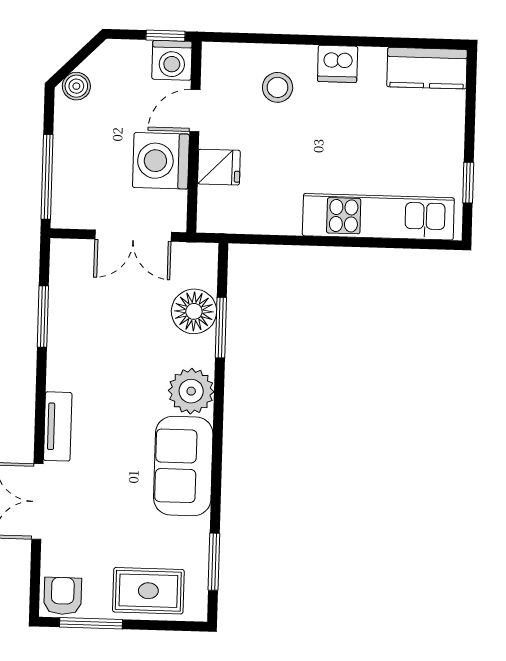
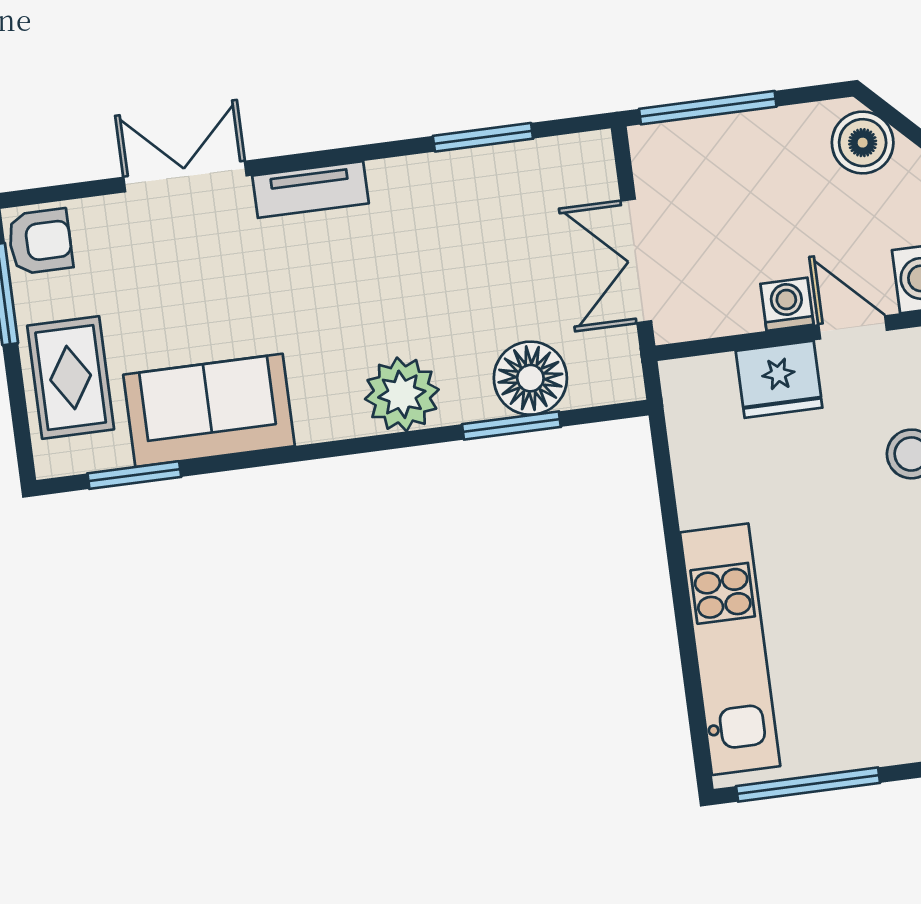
boiler: (76, 86) -> (863, 143), width x1.36, depth x1.36
washing machine: (161, 161) -> (787, 304), width x0.53, depth x0.53
fridge: (219, 167) -> (779, 379), width x1.38
window: (468, 183) -> (808, 785), width x2.17
sofa: (183, 466) -> (209, 410), moved

